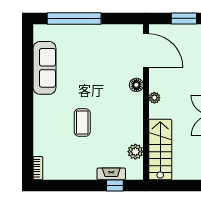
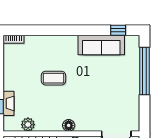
window: (28, 49) -> (118, 30), added
floor lamp: (136, 85) -> (69, 125), moved

